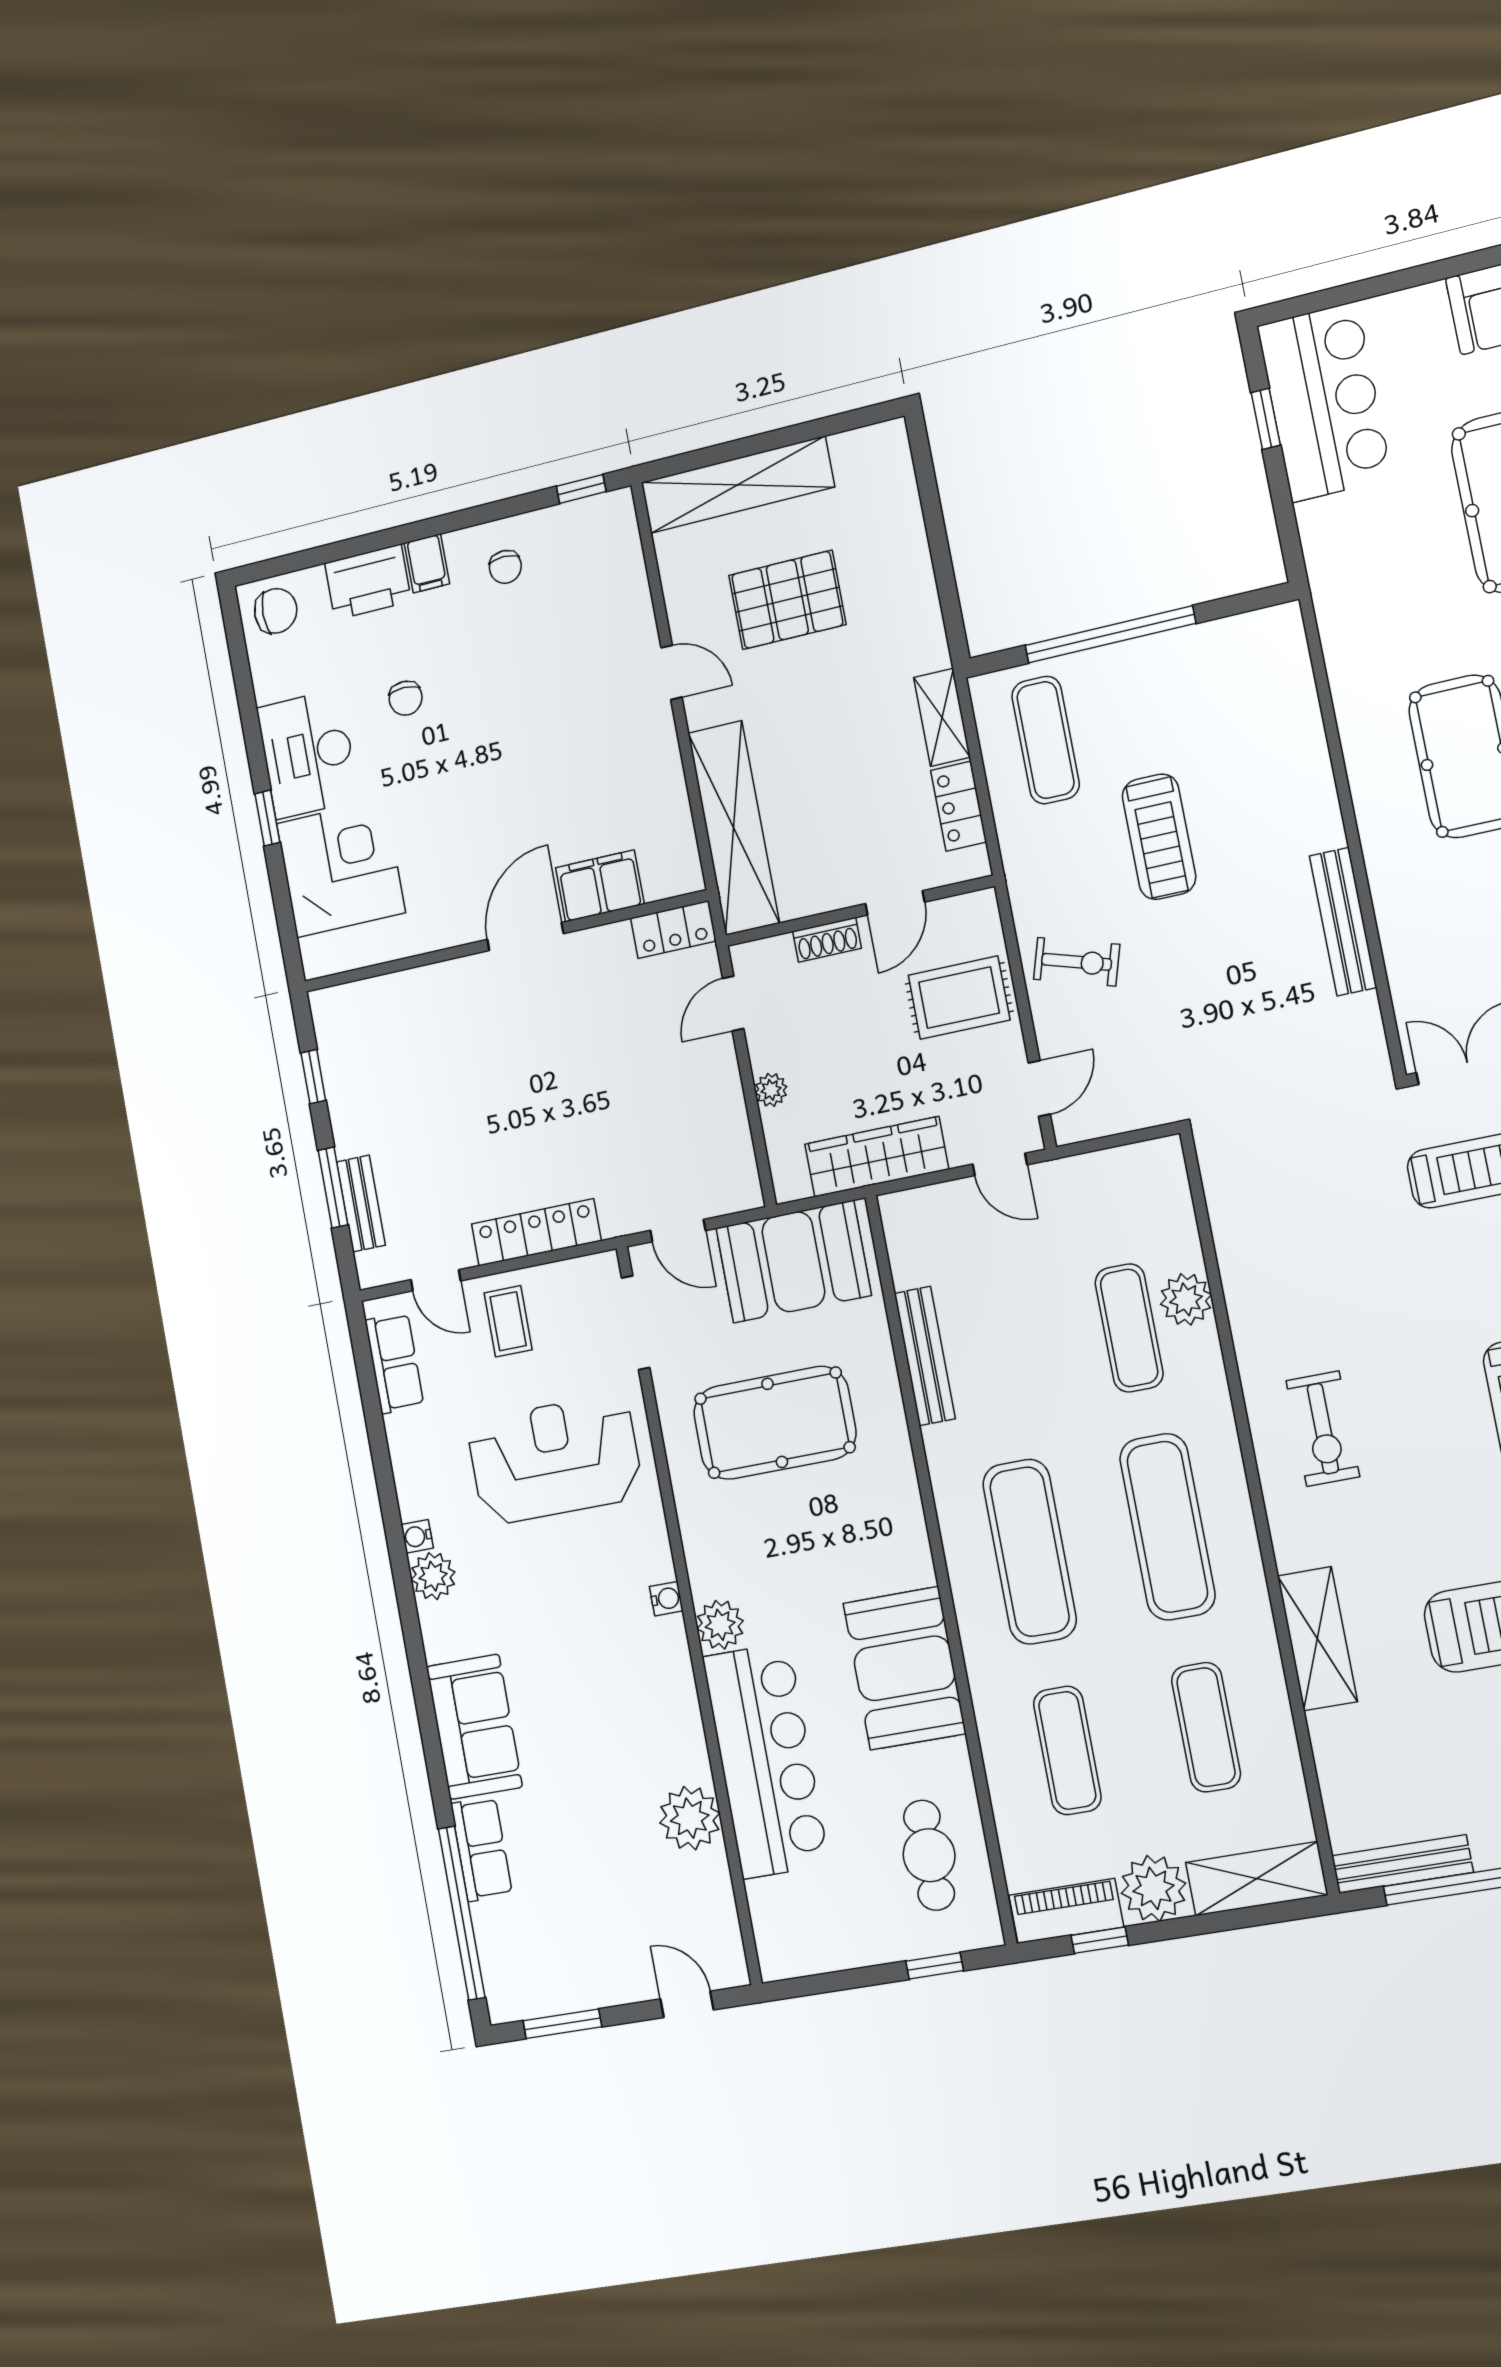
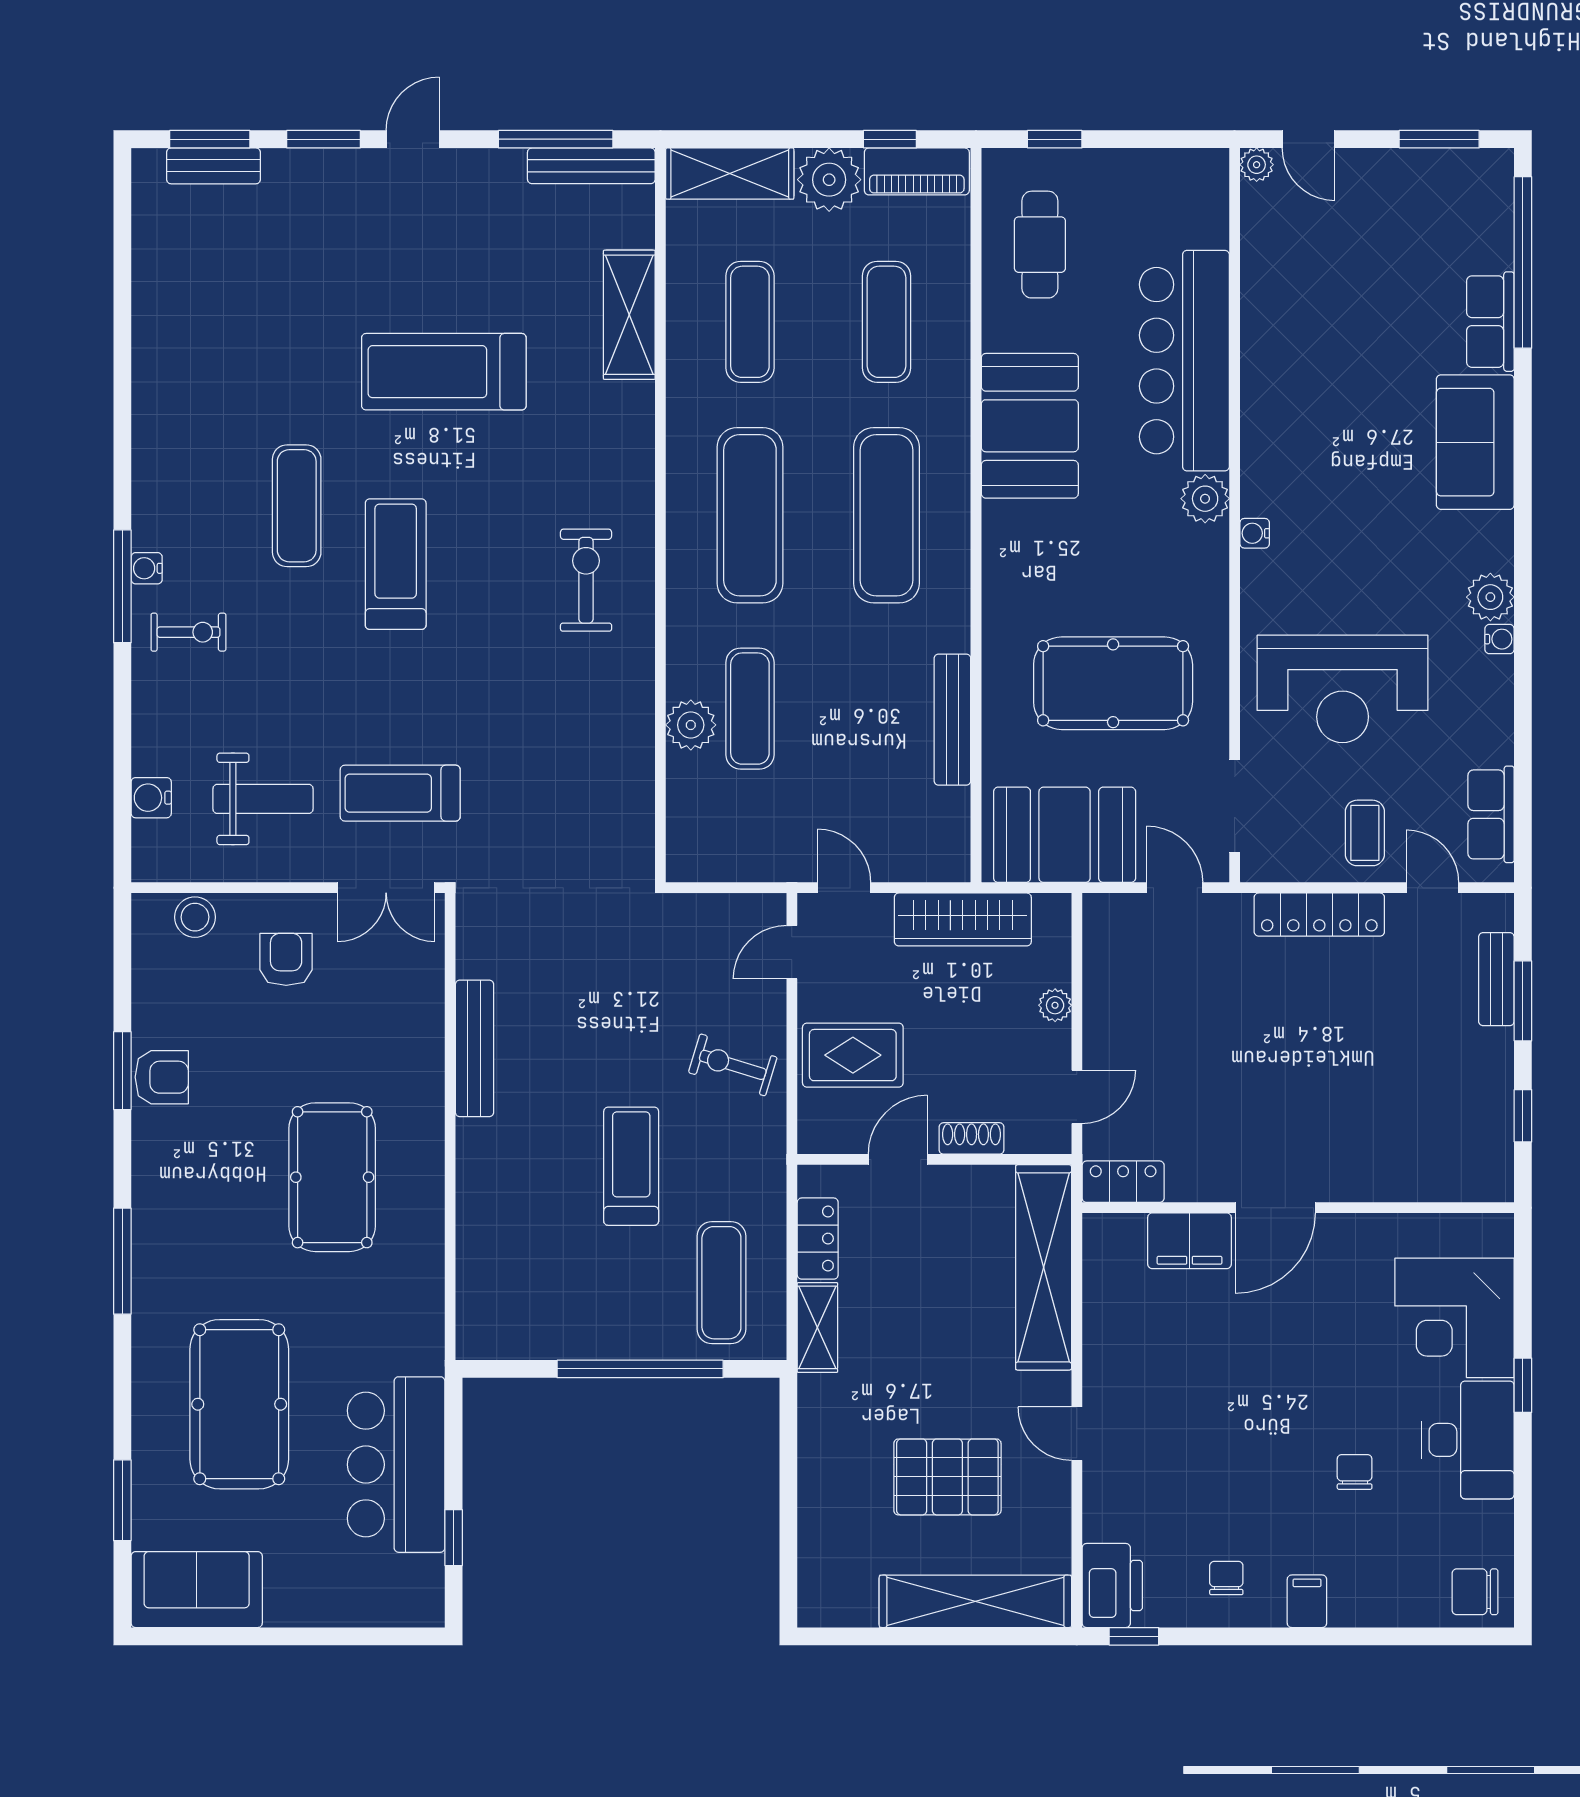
bar counter: (1324, 402) -> (396, 1465), moved
printer: (368, 582) -> (1112, 1586), moved, turned 90
shelving: (1317, 1639) -> (629, 315), moved
plant: (690, 1818) -> (1257, 165), moved, width x0.53, depth x0.53

